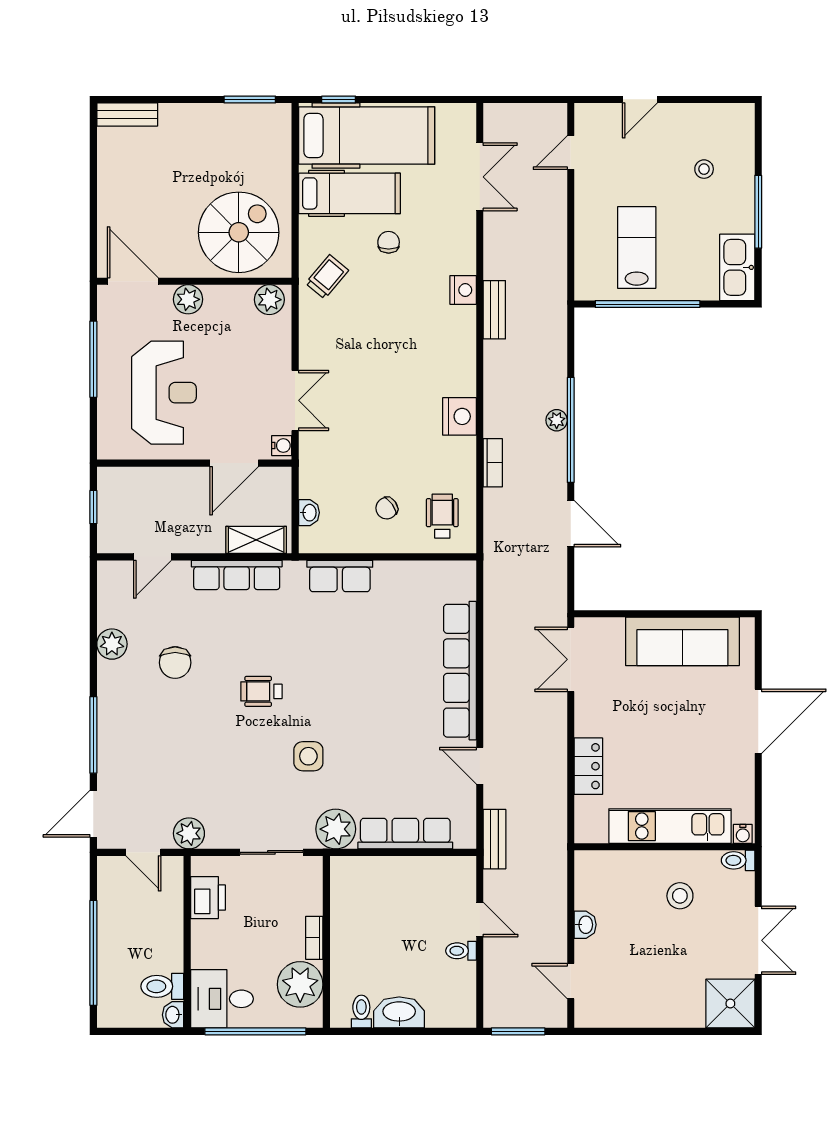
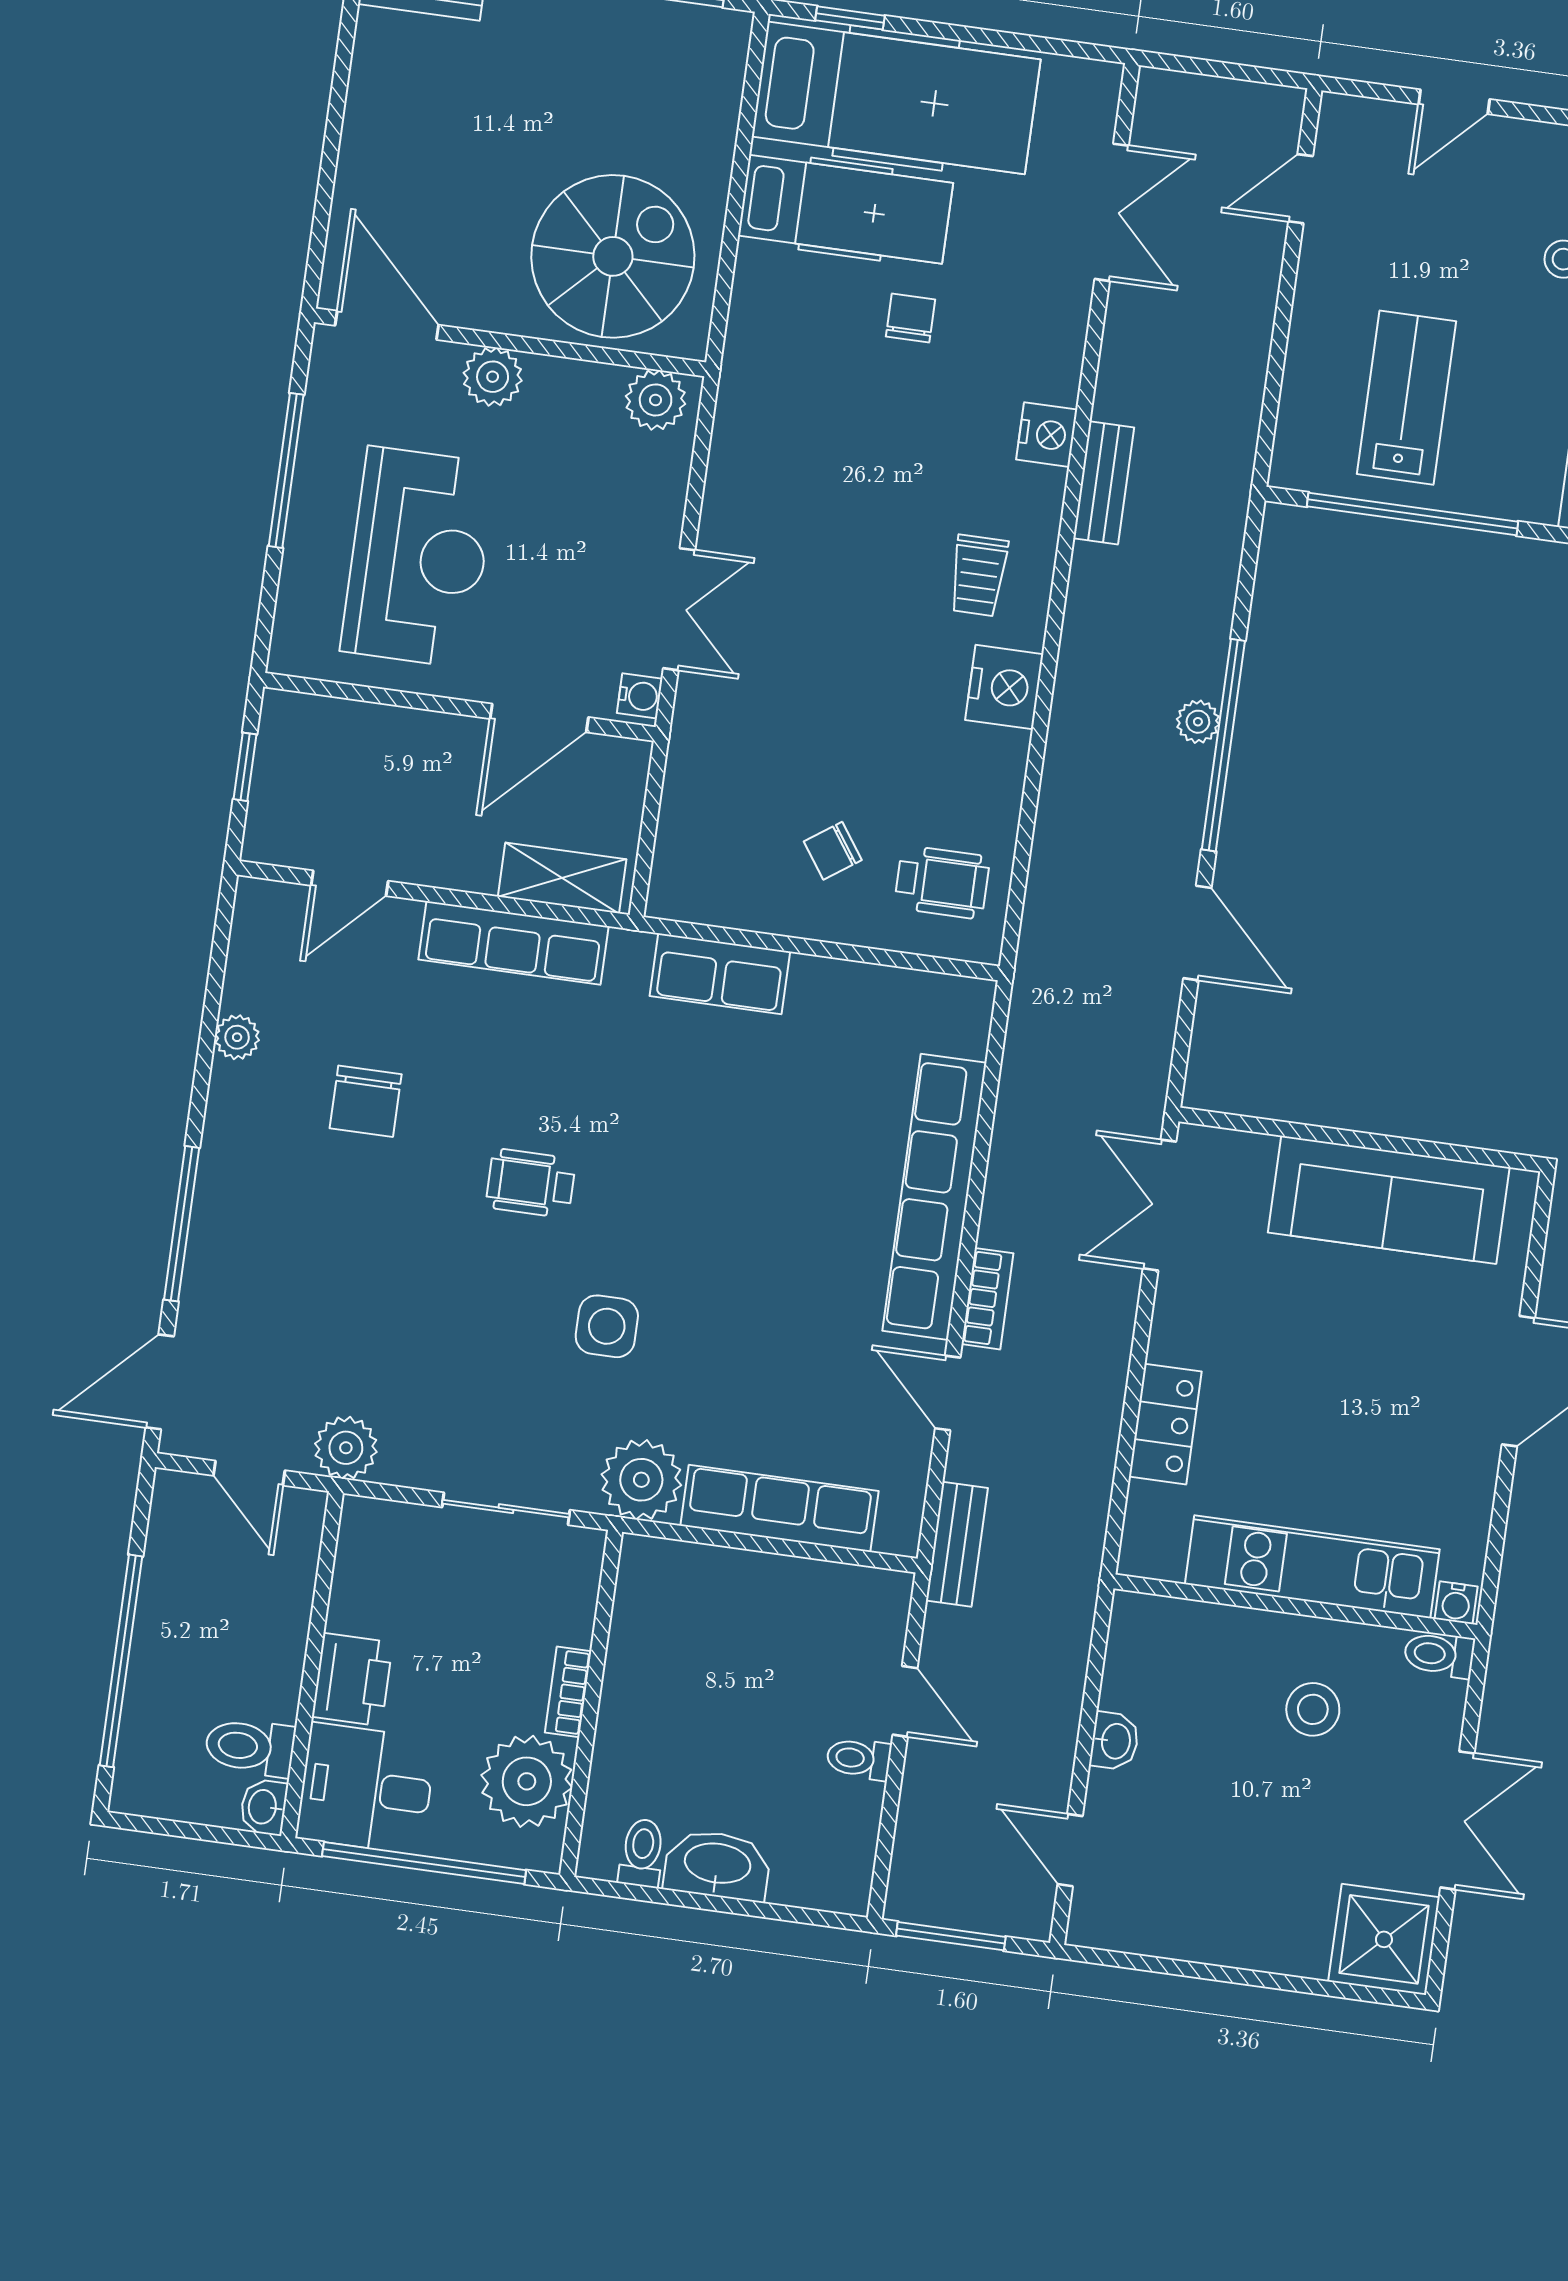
trolley: (327, 277) -> (978, 575), moved, turned 140
bookcase: (493, 463) -> (987, 1299), moved
washbasin: (309, 513) -> (676, 838), removed
wheelchair: (442, 516) -> (942, 882), turned 90
plant: (112, 644) -> (237, 1037), width x0.73, depth x0.73
printer: (208, 898) -> (352, 1680), moved

